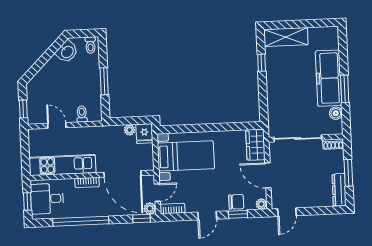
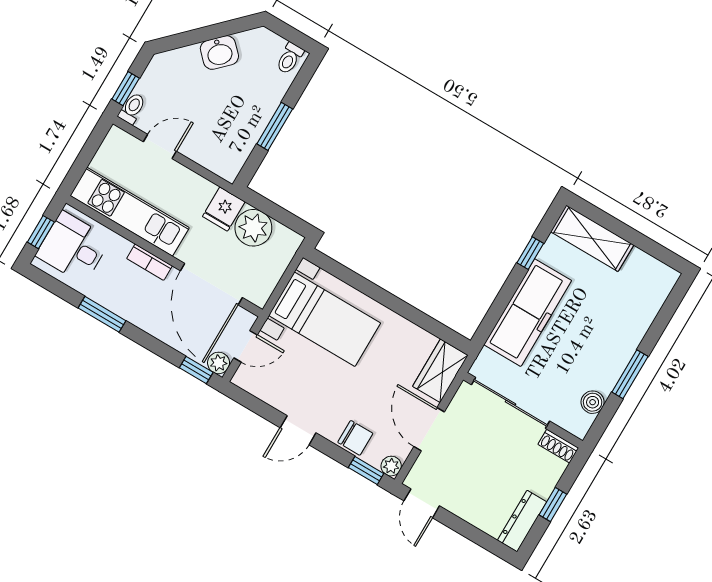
washbasin: (67, 52) -> (219, 53), moved
freezer: (329, 78) -> (528, 313), moved, turned 180
toilet: (82, 114) -> (132, 108), moved
door: (57, 126) -> (160, 147), hinge flipped
plant: (130, 130) -> (253, 228), width x1.87, depth x1.87
fridge: (144, 134) -> (224, 209), moved
window: (348, 173) -> (553, 504), width x0.67
bookcase: (173, 209) -> (253, 385), removed
door: (287, 212) -> (422, 503), hinge flipped
window: (238, 214) -> (366, 470), moved
window: (81, 221) -> (102, 314), width x0.47

